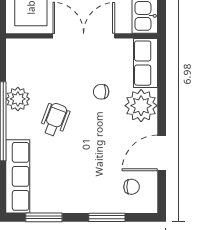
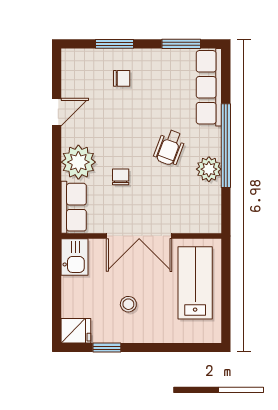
chair: (101, 92) -> (121, 177), turned -90
door: (162, 153) -> (57, 112), width x0.73
chair: (132, 187) -> (122, 78), moved, turned 180

